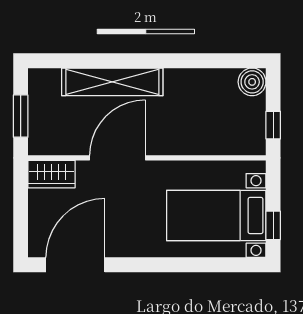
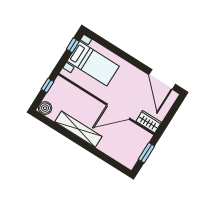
shelving: (112, 82) -> (78, 129), moved
door: (75, 265) -> (162, 79), hinge flipped

